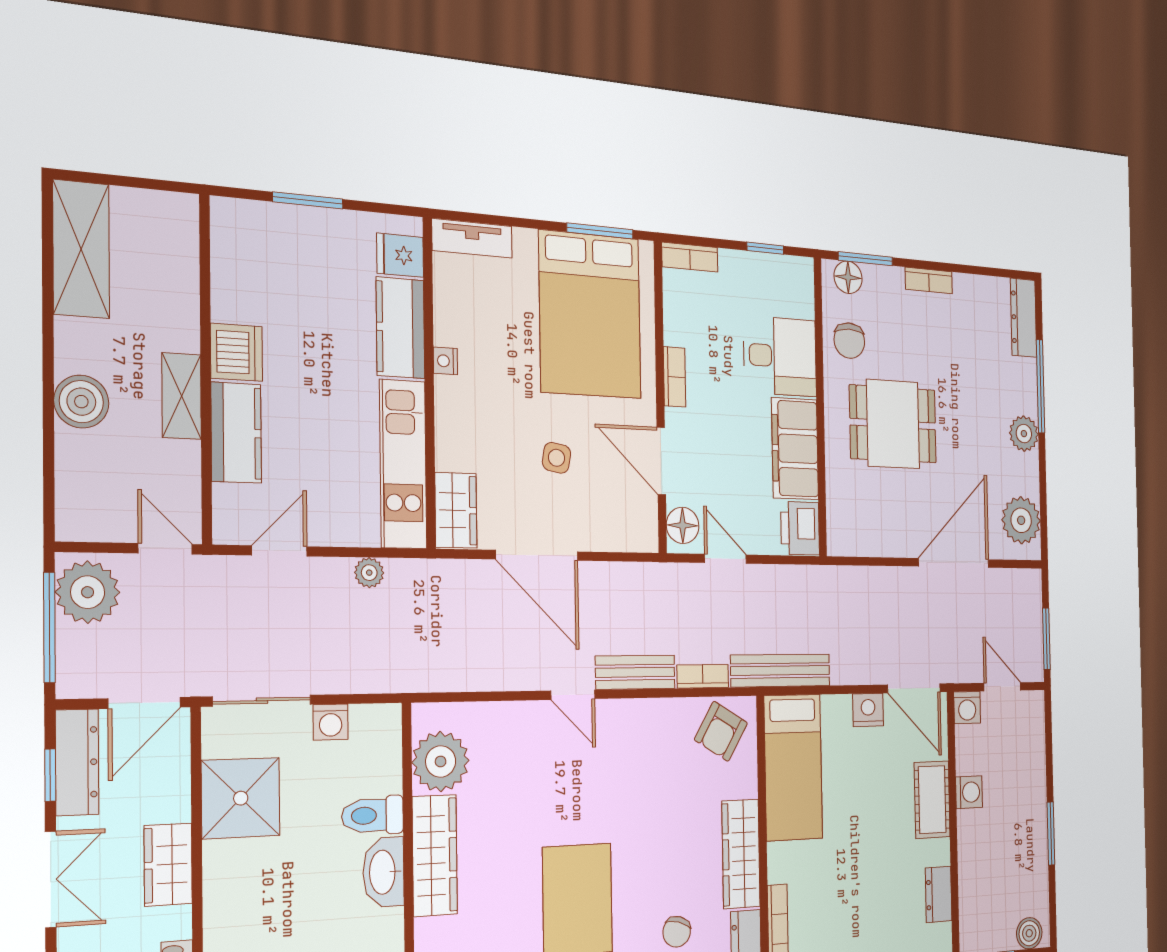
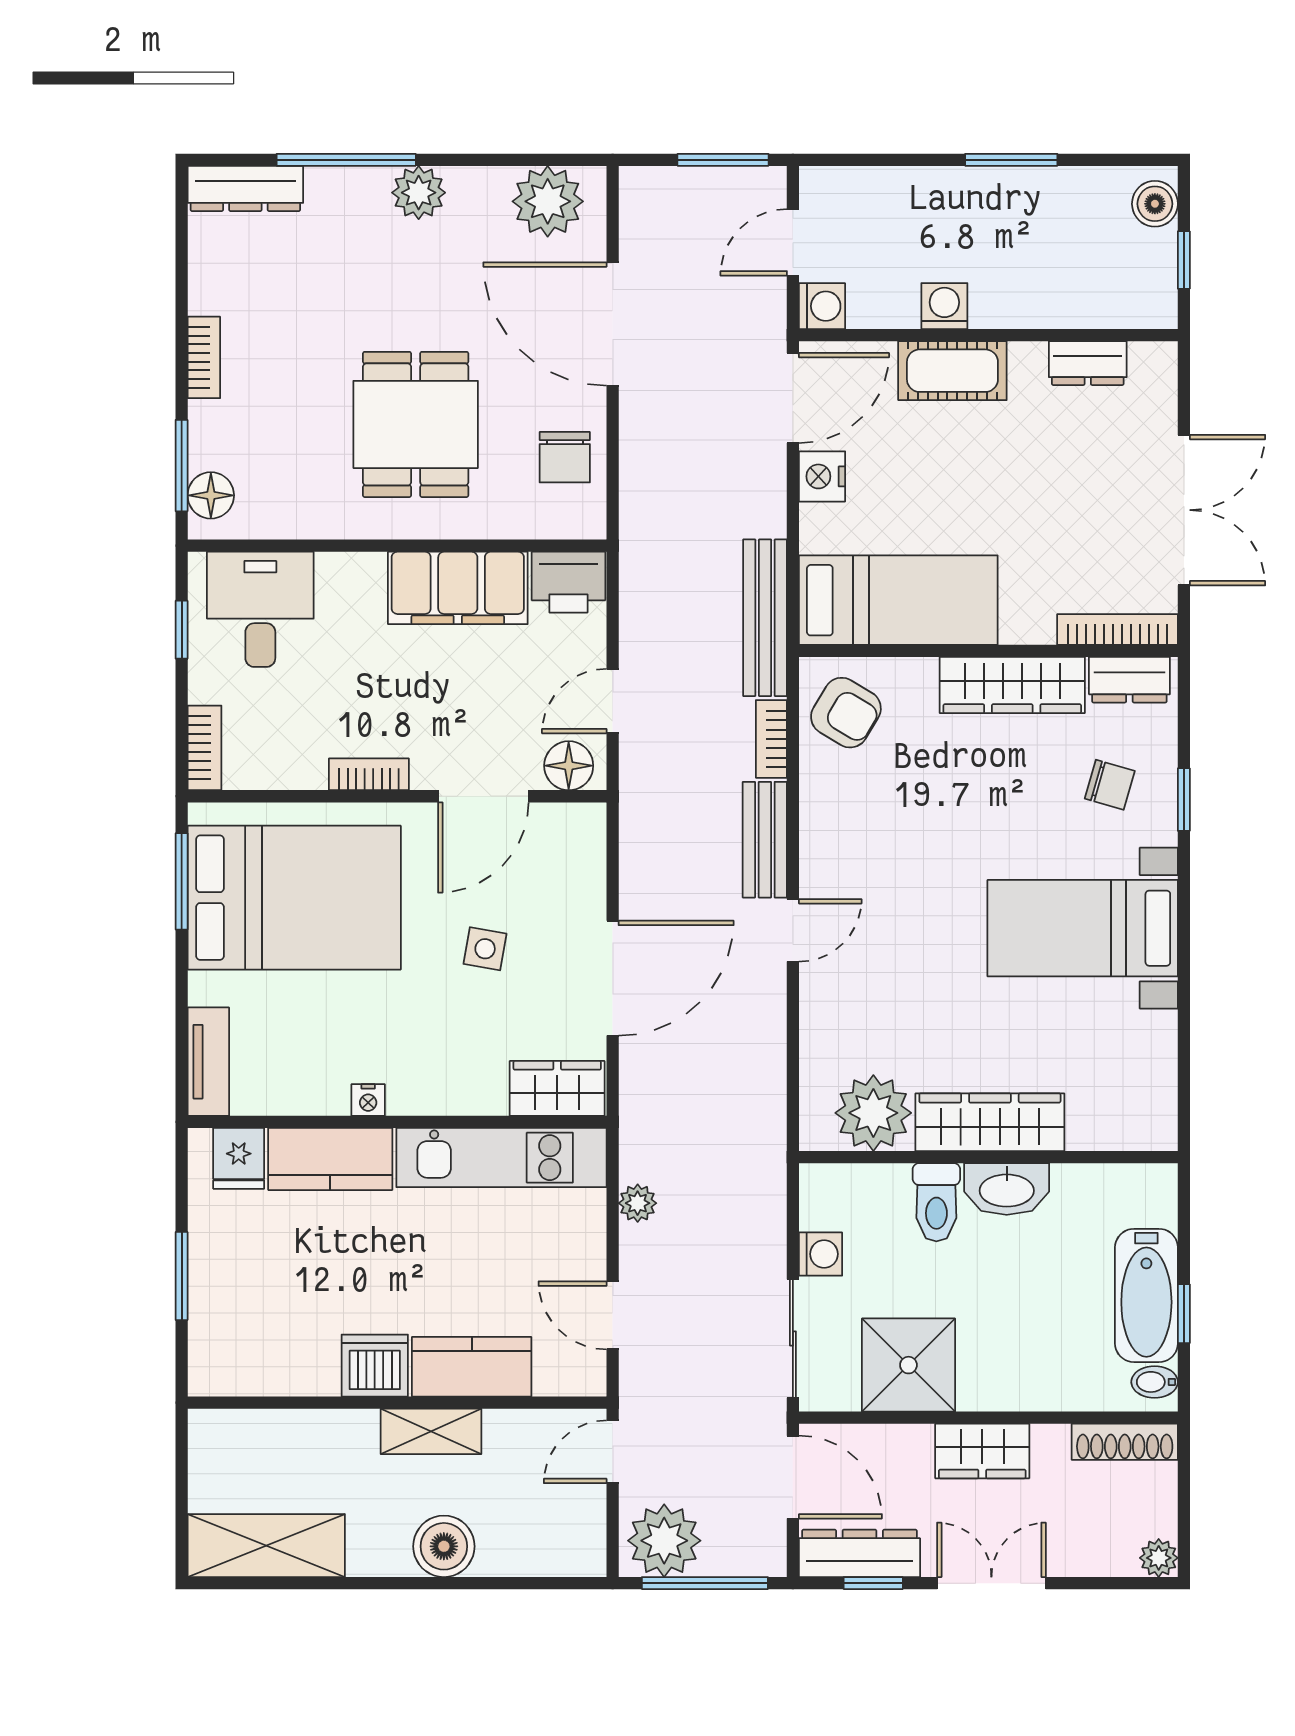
chair: (849, 341) -> (565, 457), moved, turned 90
desk: (780, 356) -> (260, 609), moved

